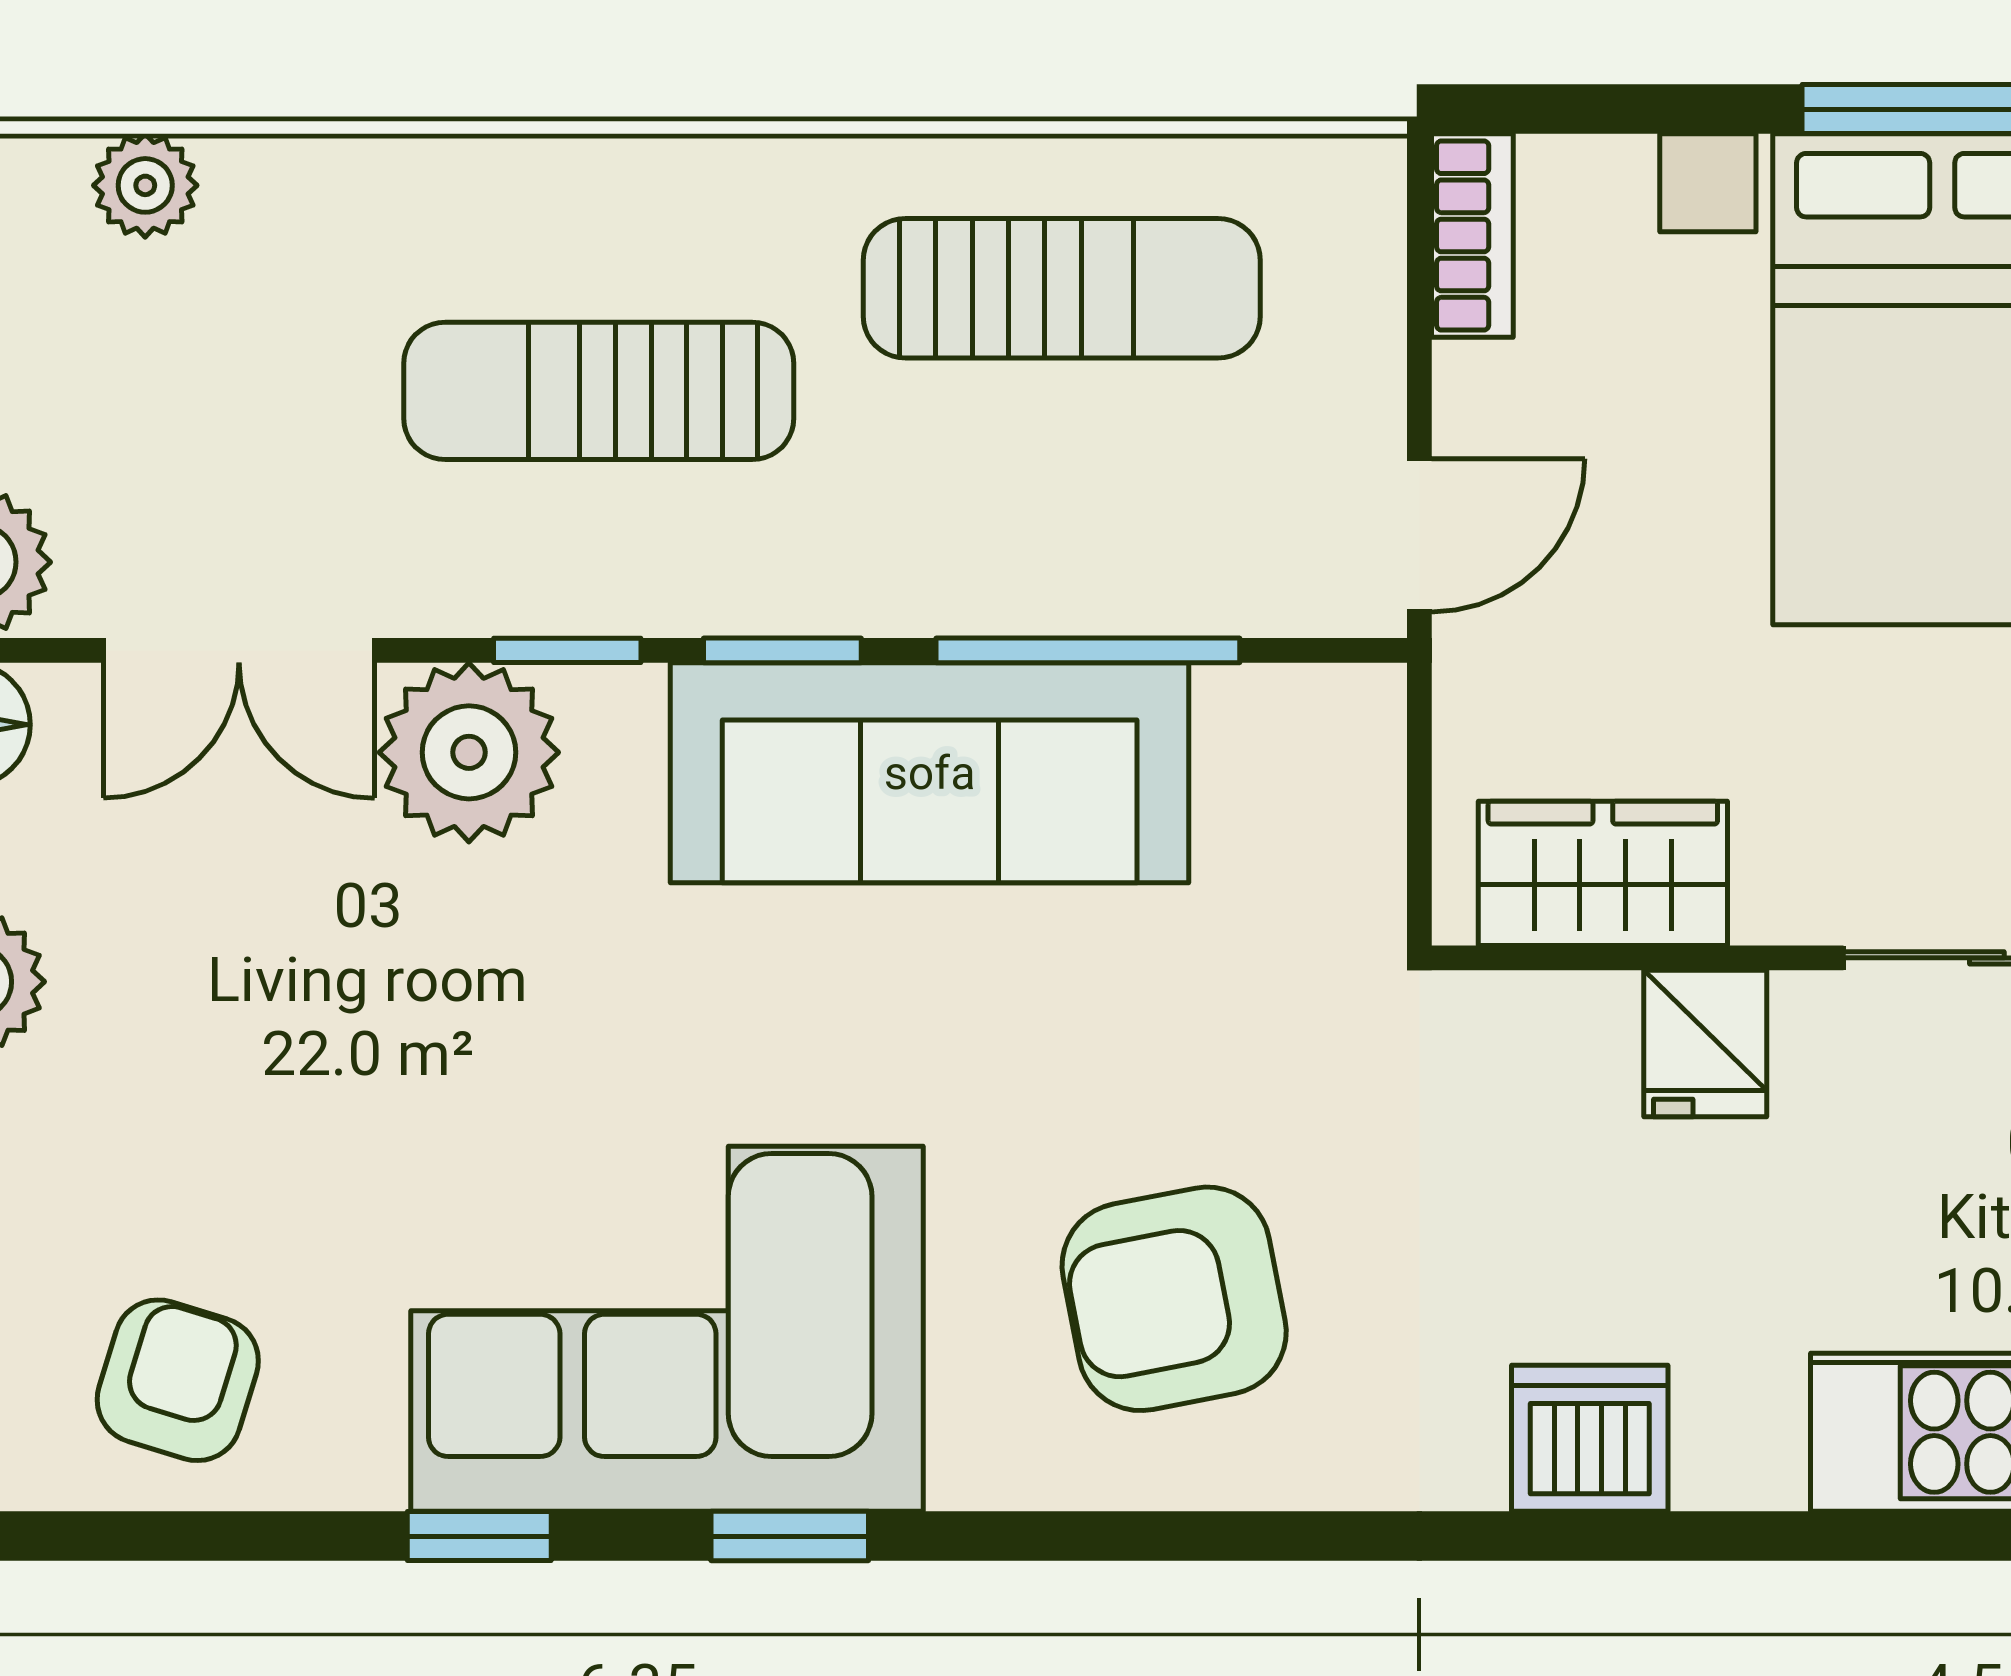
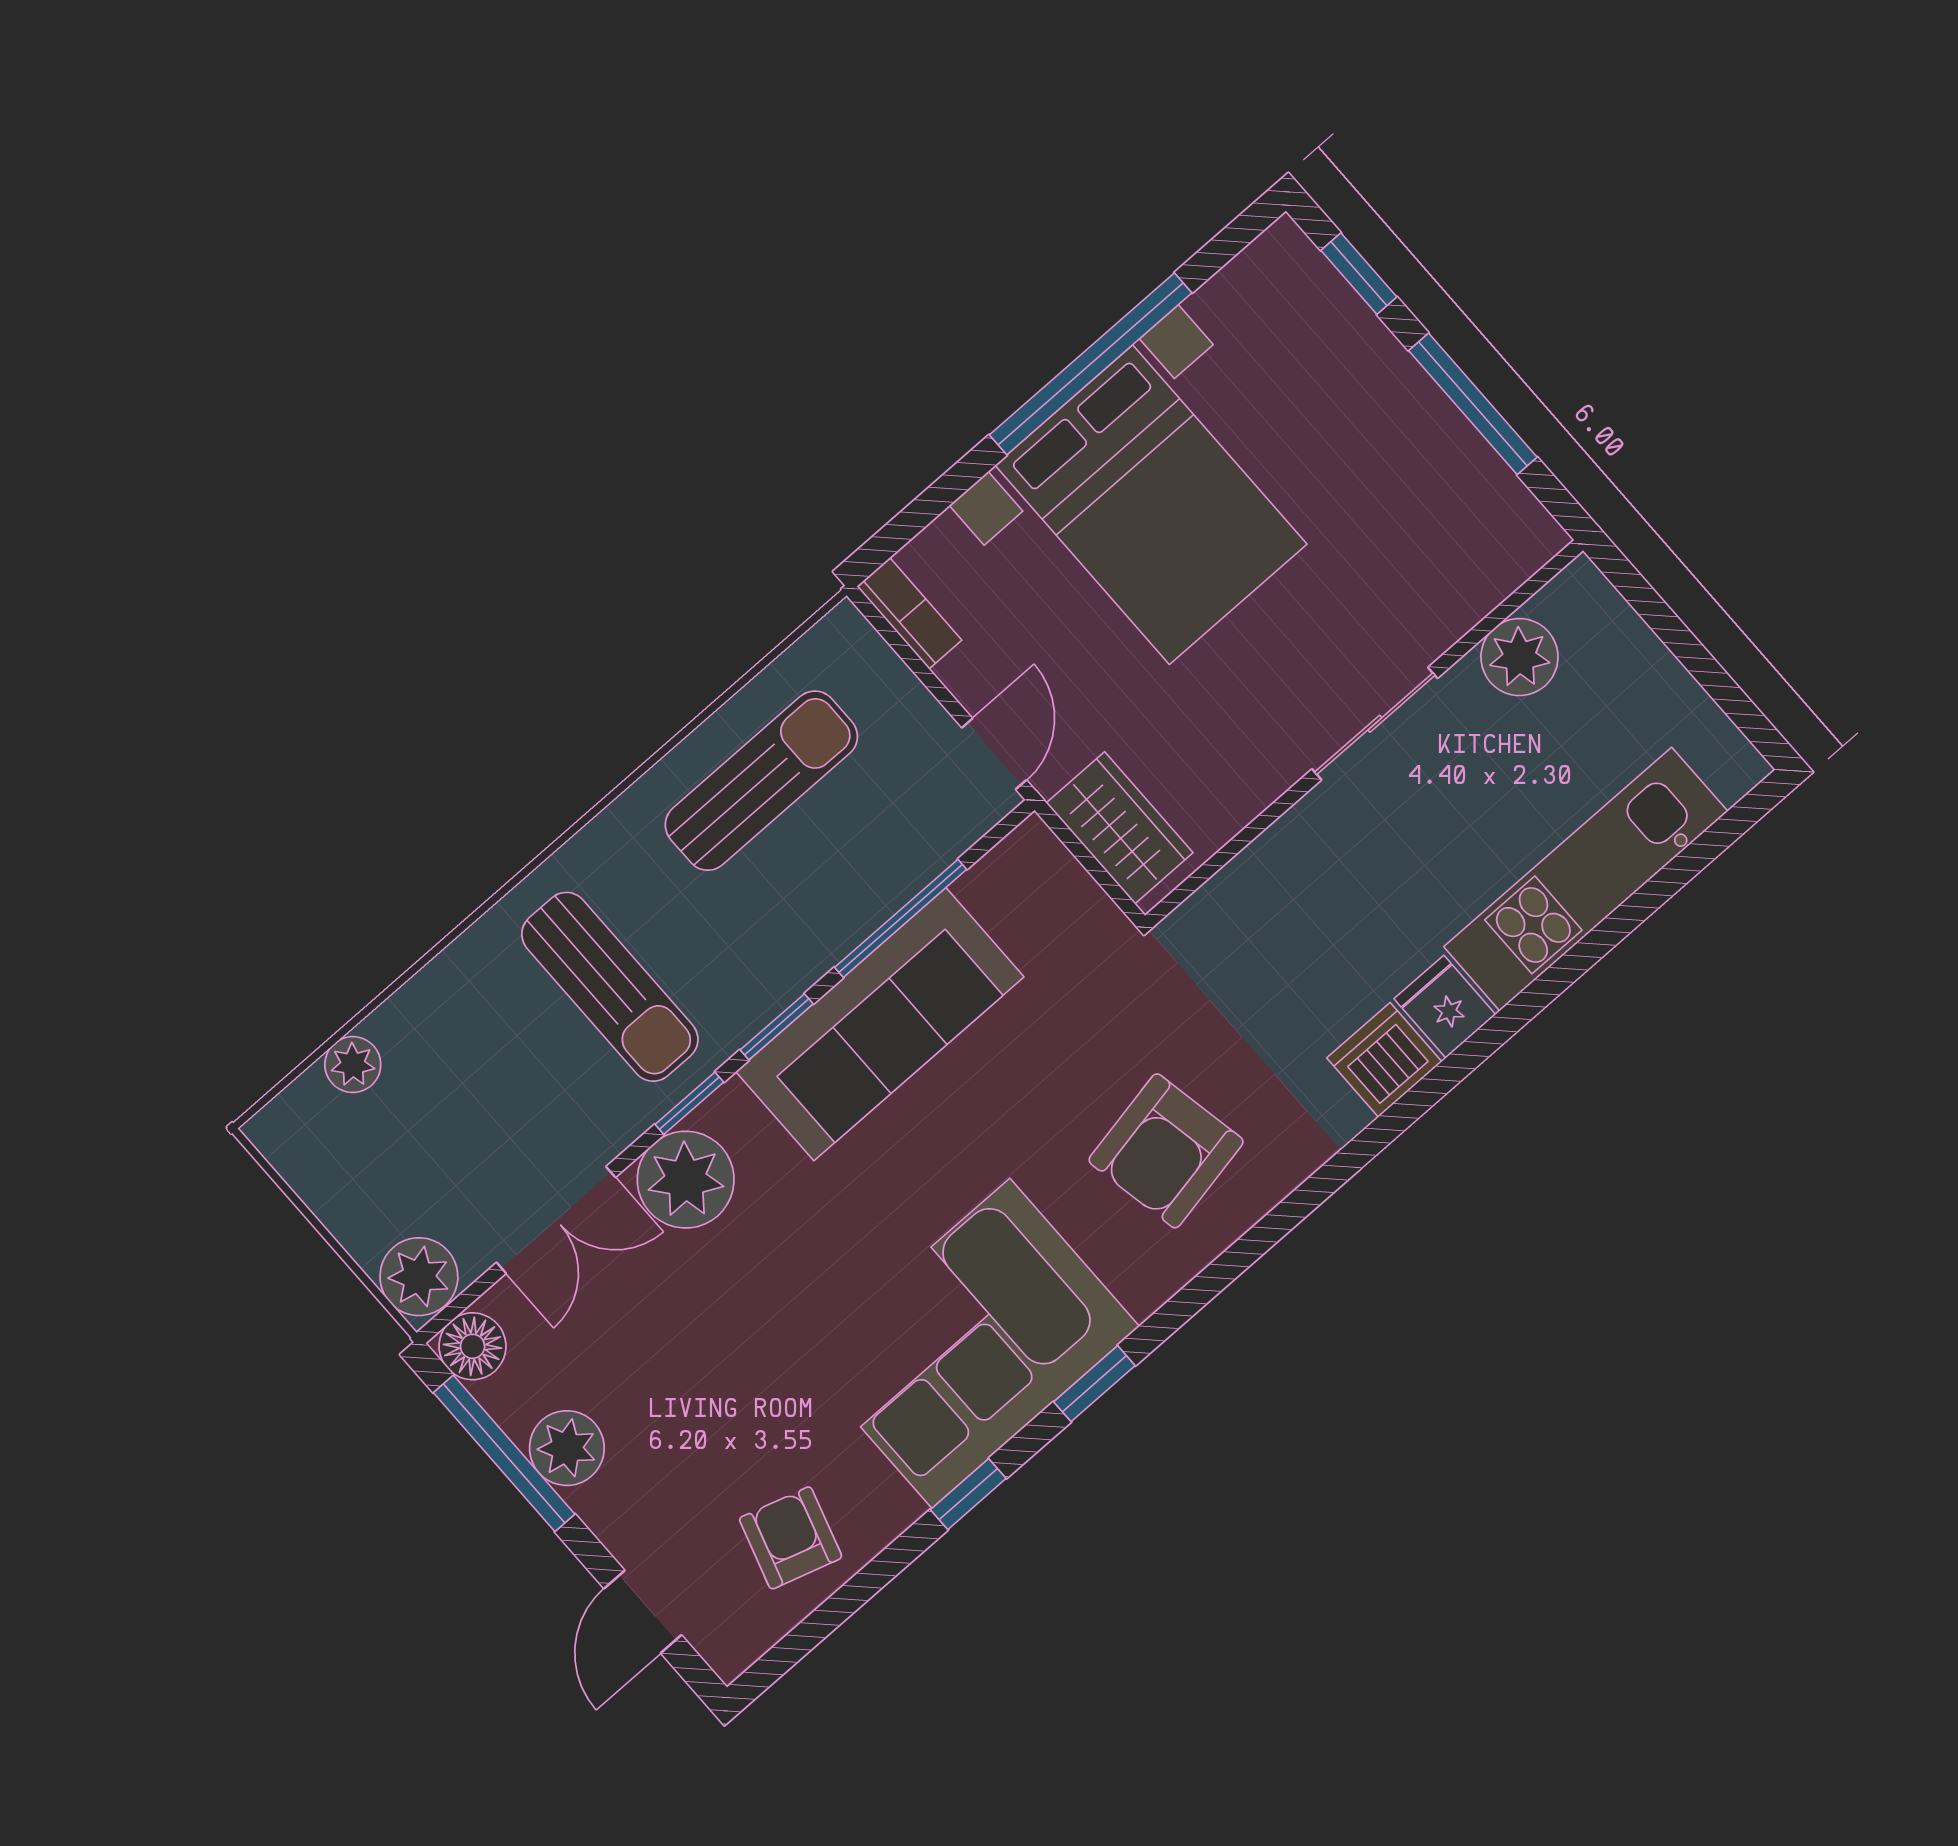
sun lounger: (599, 391) -> (610, 987), turned -90
wardrobe: (1603, 873) -> (1120, 828), moved, turned 90
fridge: (1705, 1043) -> (1445, 1007), moved, turned 180

